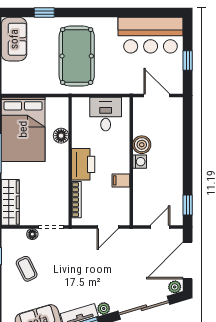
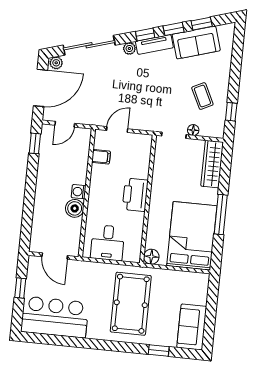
floor lamp: (61, 136) -> (151, 257), moved
filing cabinet: (121, 180) -> (101, 157), moved
bookcase: (76, 200) -> (146, 160), removed

